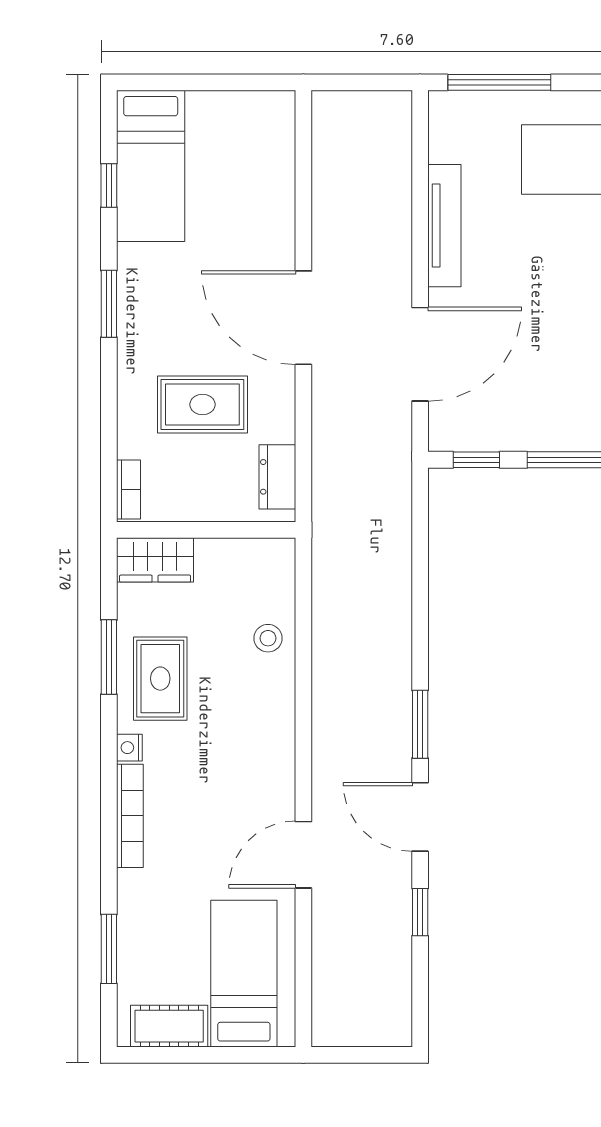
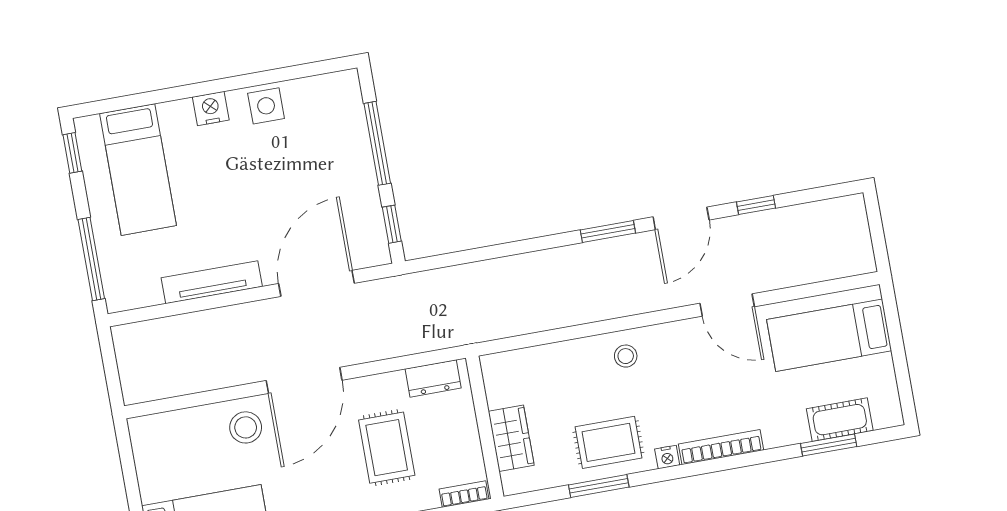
stool: (258, 235) -> (246, 427), added
door: (420, 354) -> (316, 283), hinge flipped
wardrobe: (155, 560) -> (511, 438), moved
stool: (268, 638) -> (626, 356), moved
cot: (169, 1026) -> (840, 420), moved, turned 90

